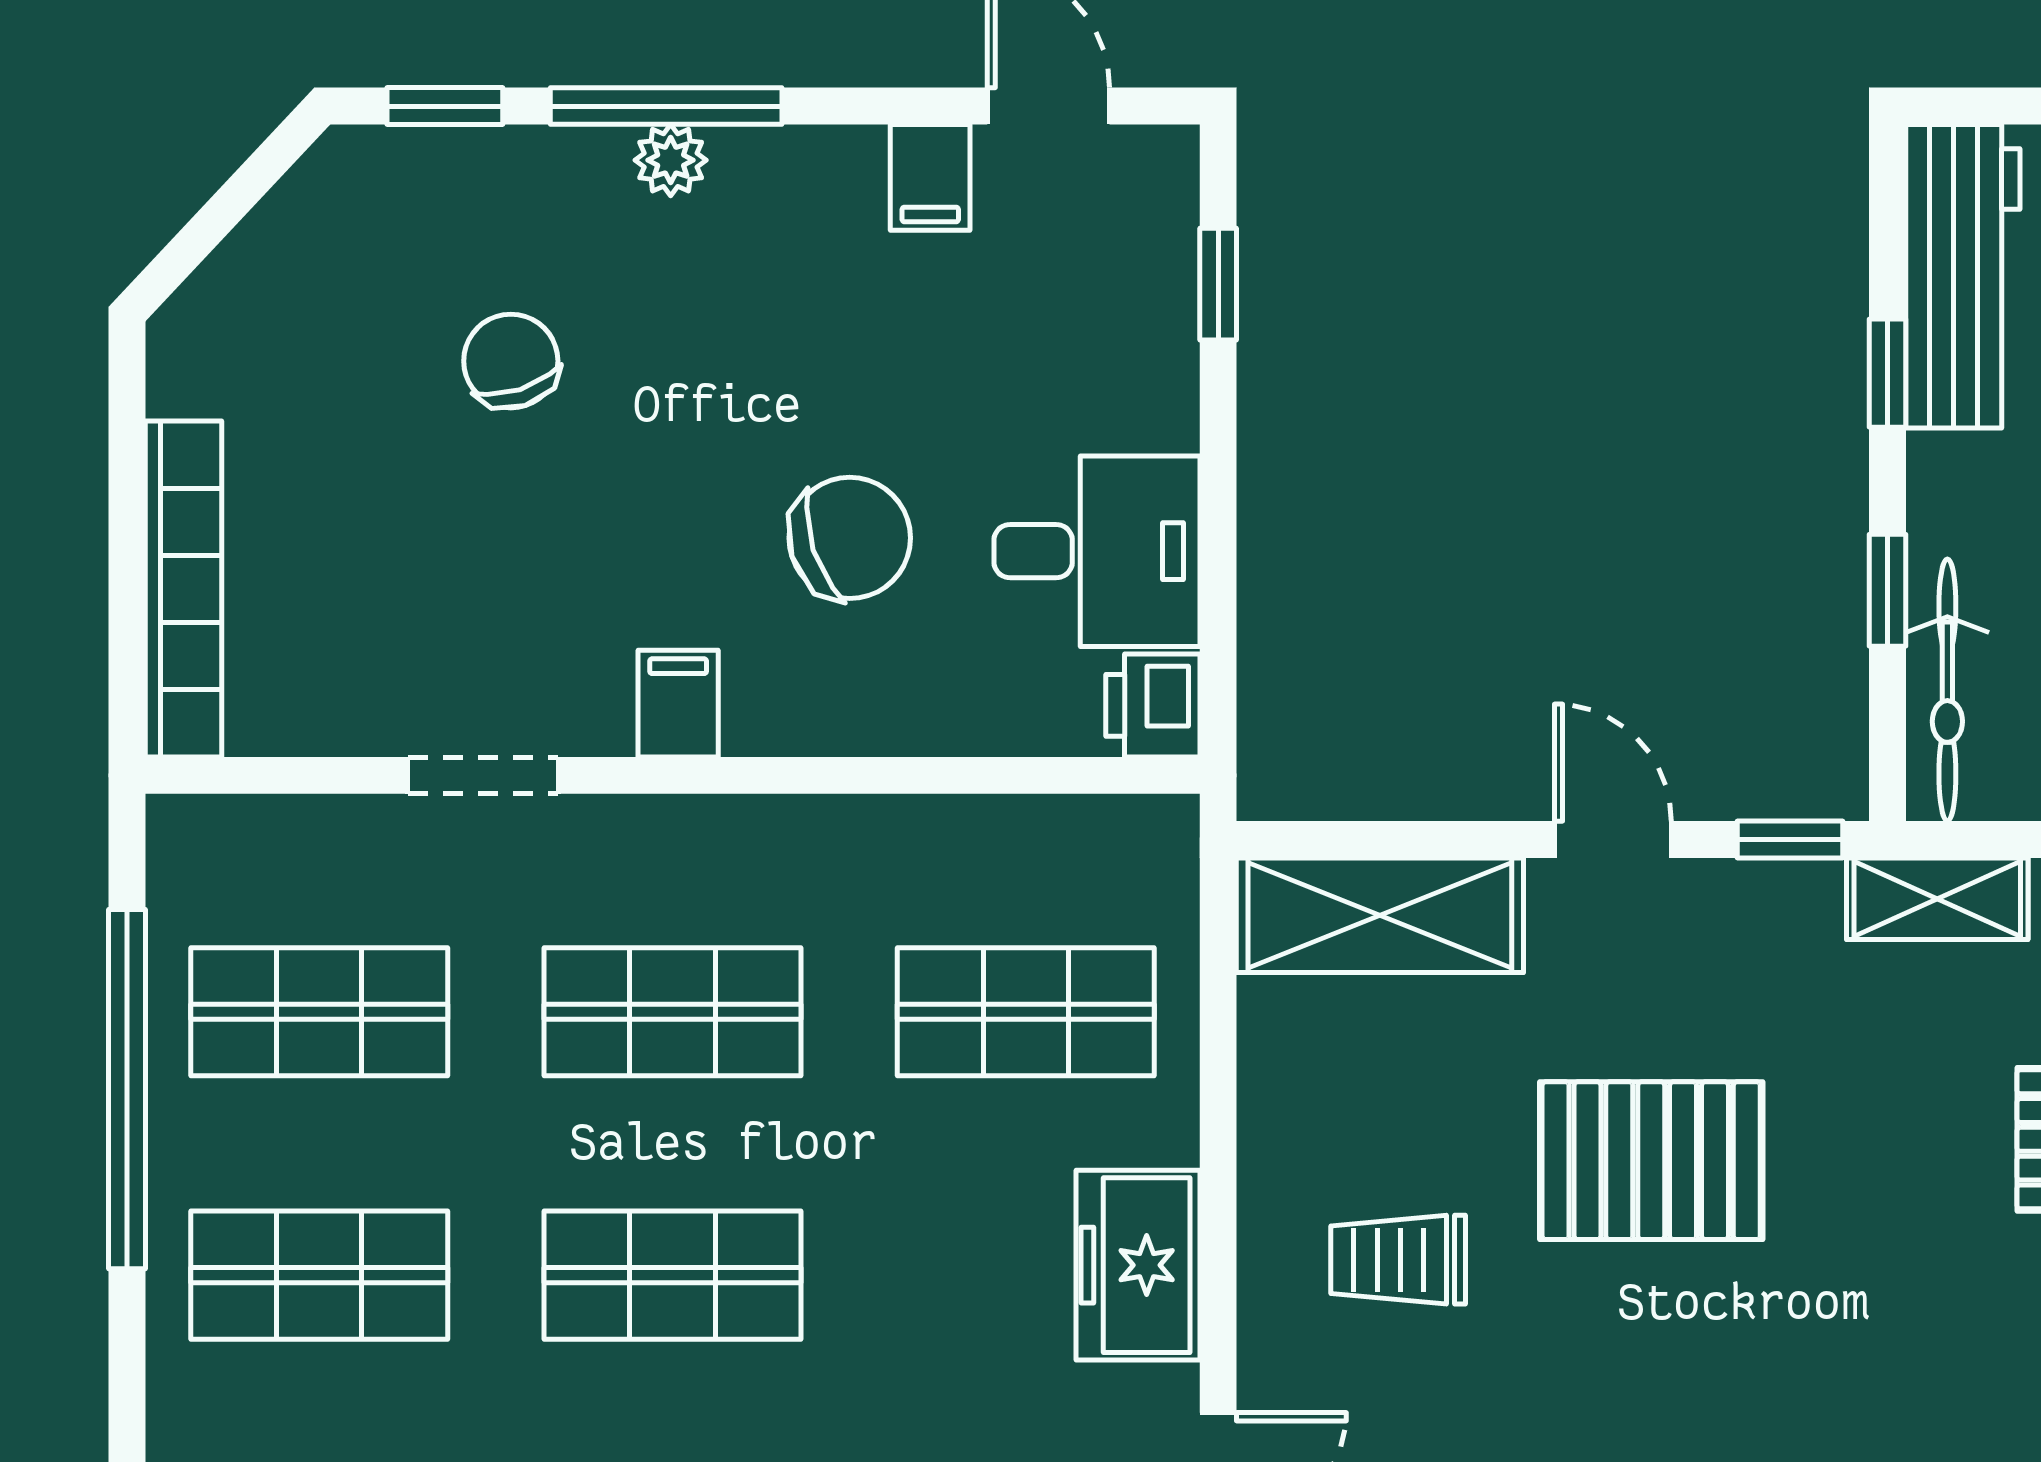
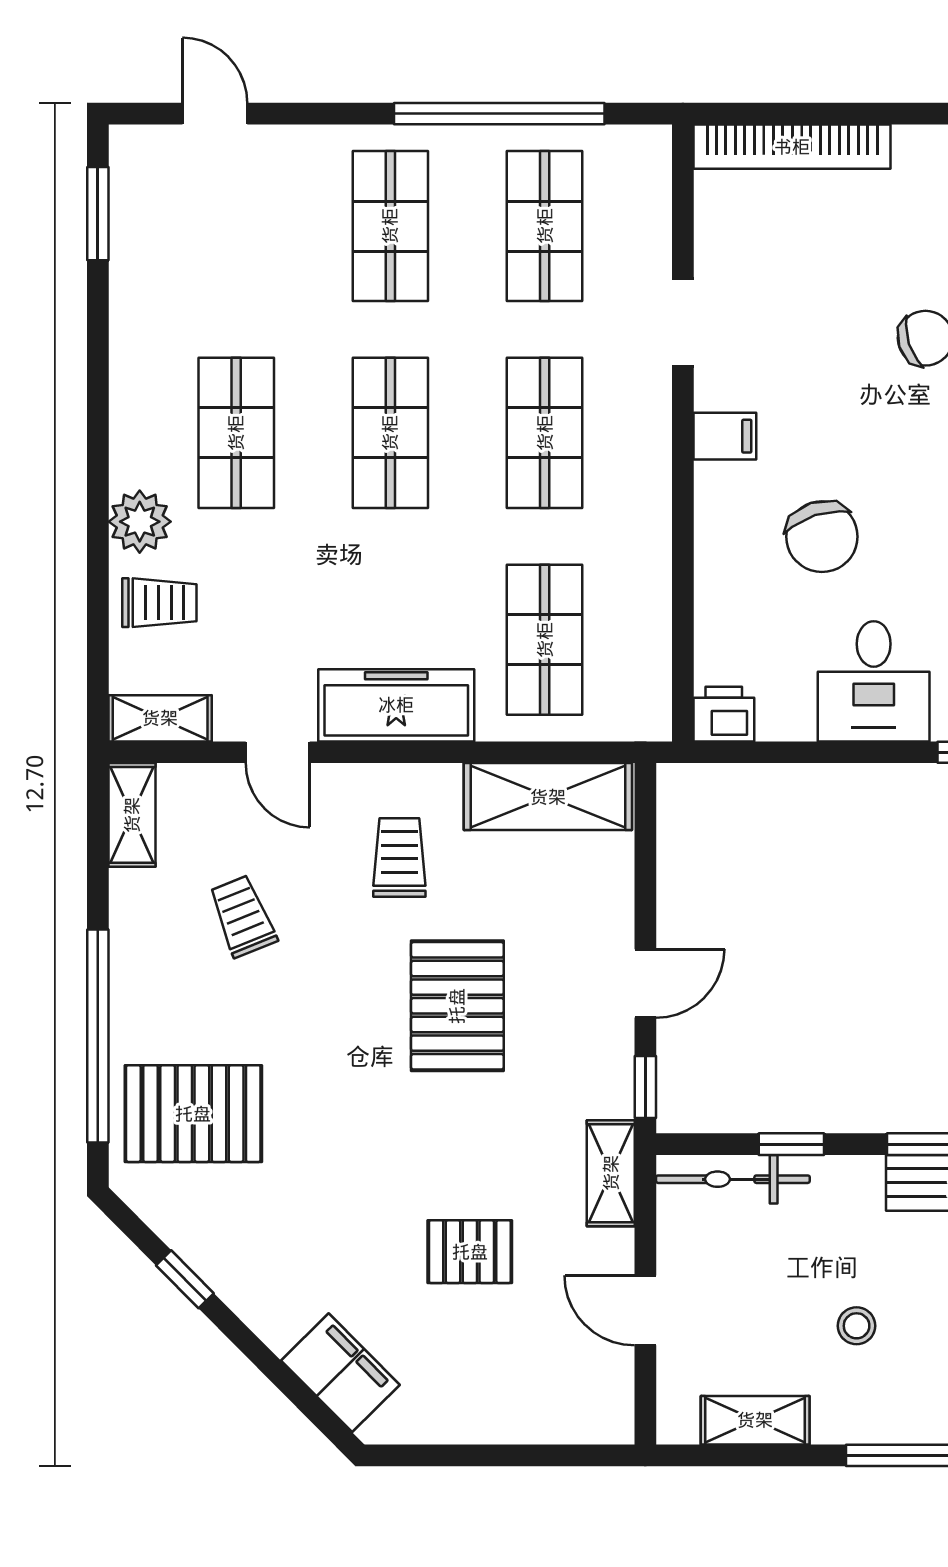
desk: (1097, 551) -> (874, 681), moved
shelving: (1380, 915) -> (548, 797), moved, turned 90
freezer: (1138, 1265) -> (396, 705), width x1.40

